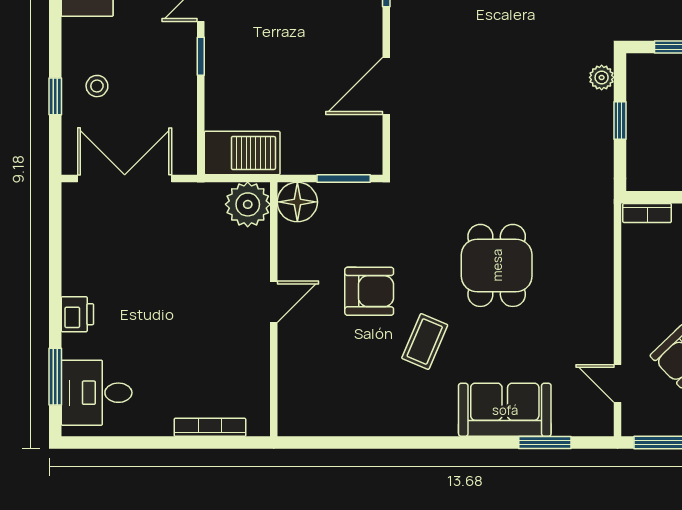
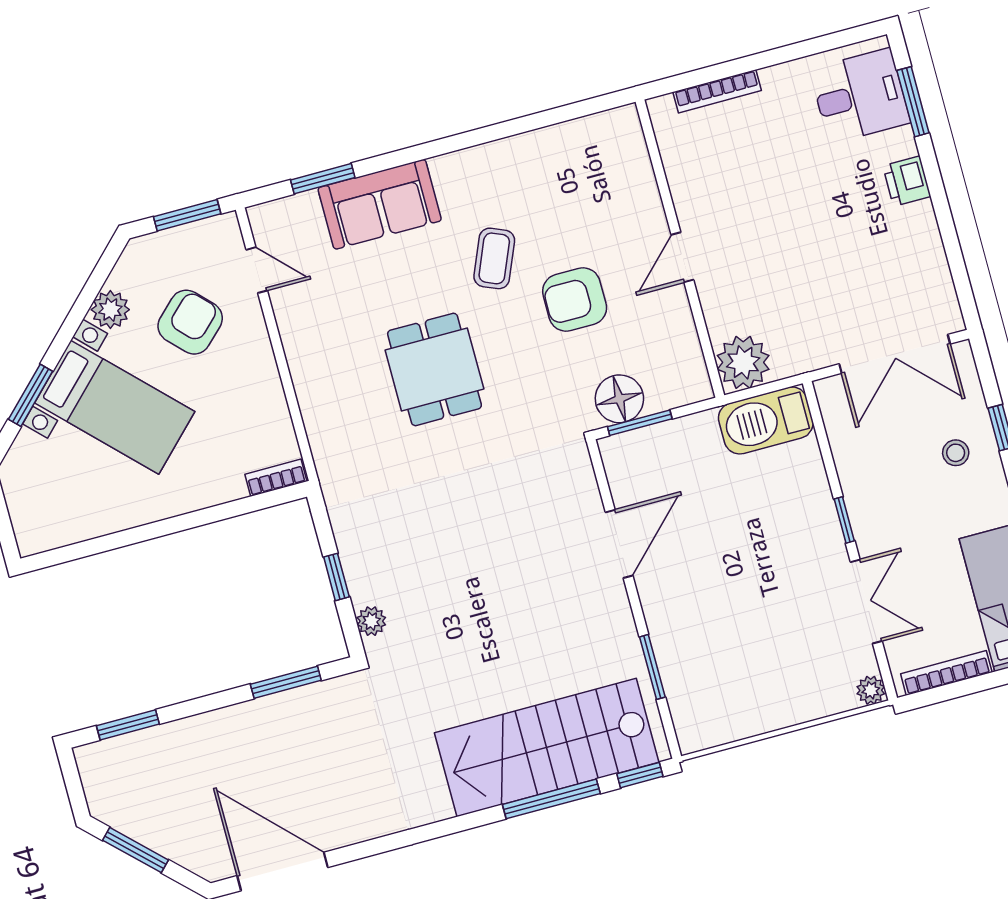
floor lamp: (297, 202) -> (619, 399), moved

